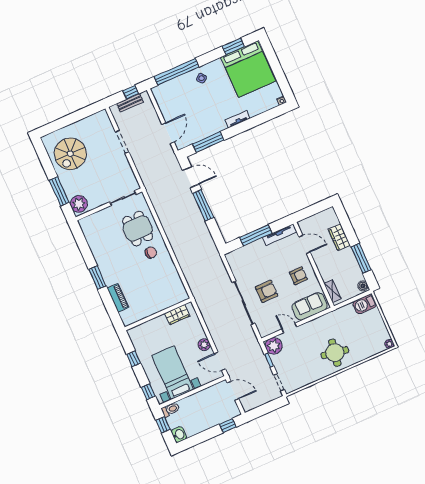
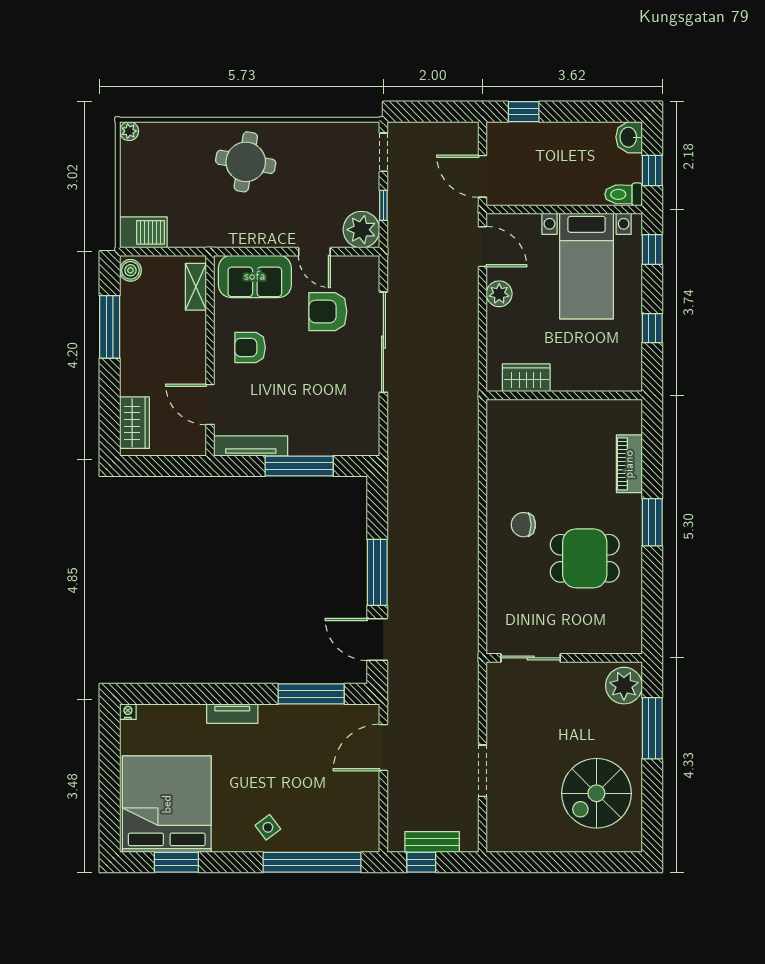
spiral stairs: (70, 154) -> (596, 793), turned 180
dining table: (138, 229) -> (585, 558), moved, turned 90
wardrobe: (339, 237) -> (134, 423), moved
armchair: (267, 291) -> (328, 312), moved

